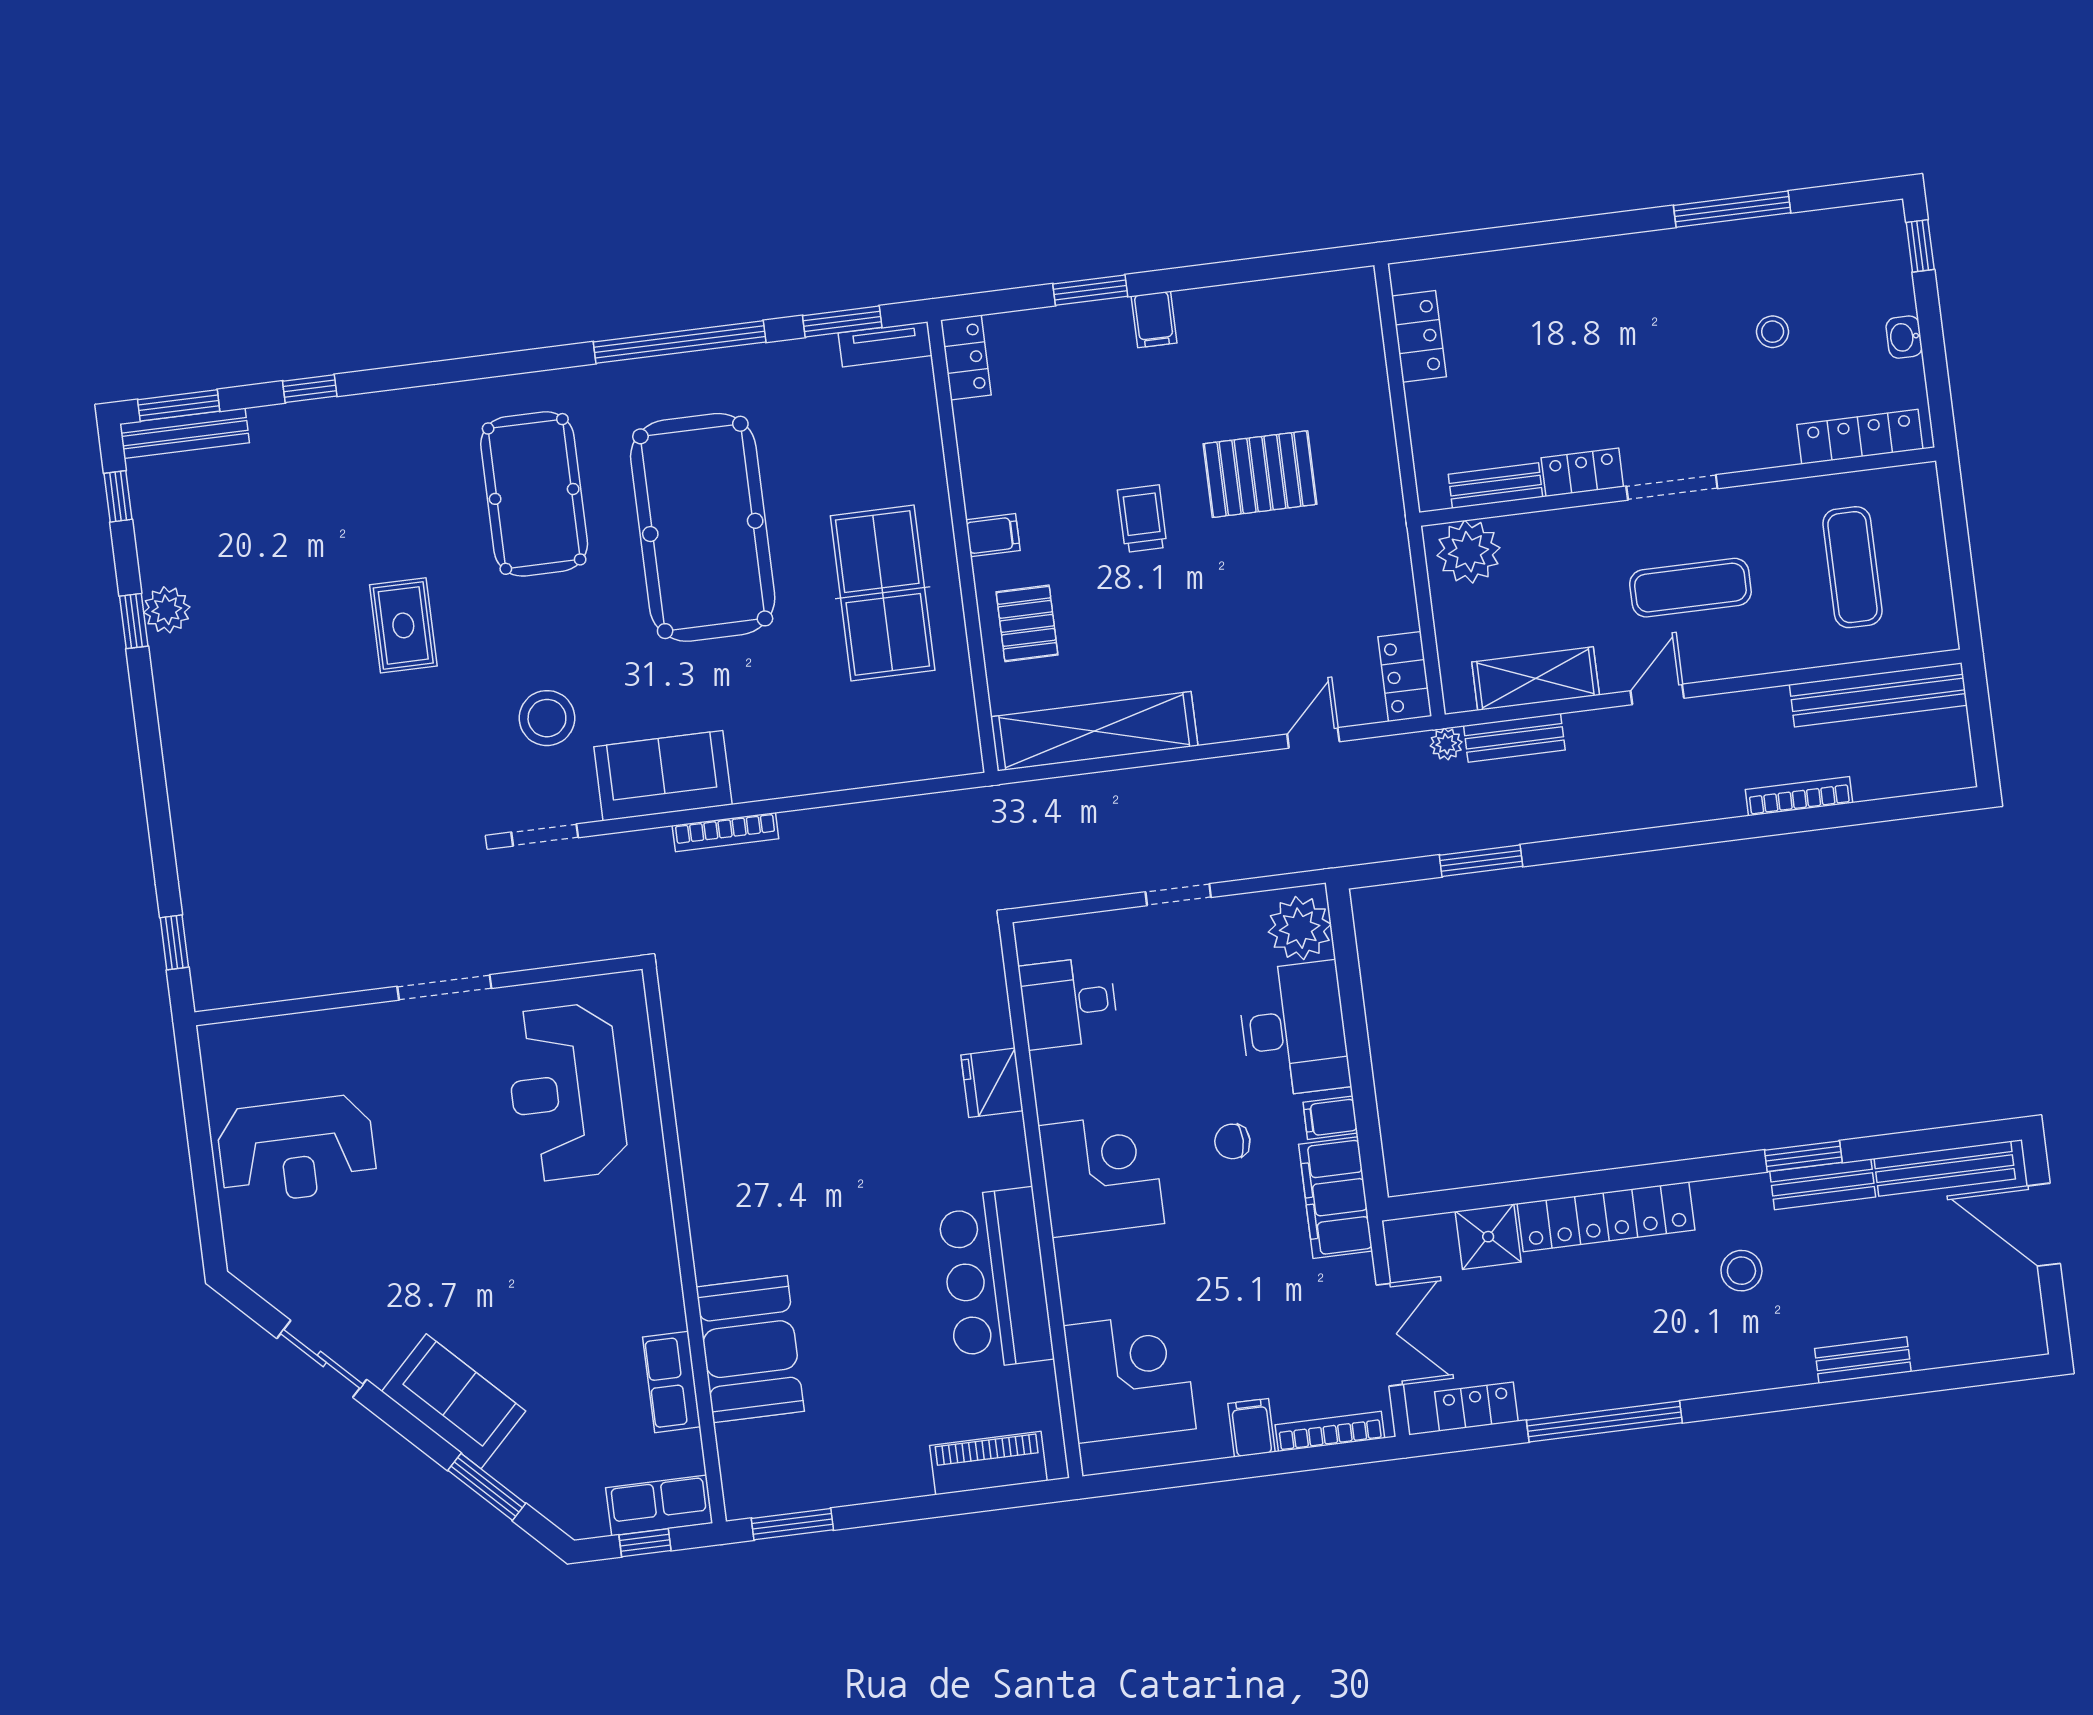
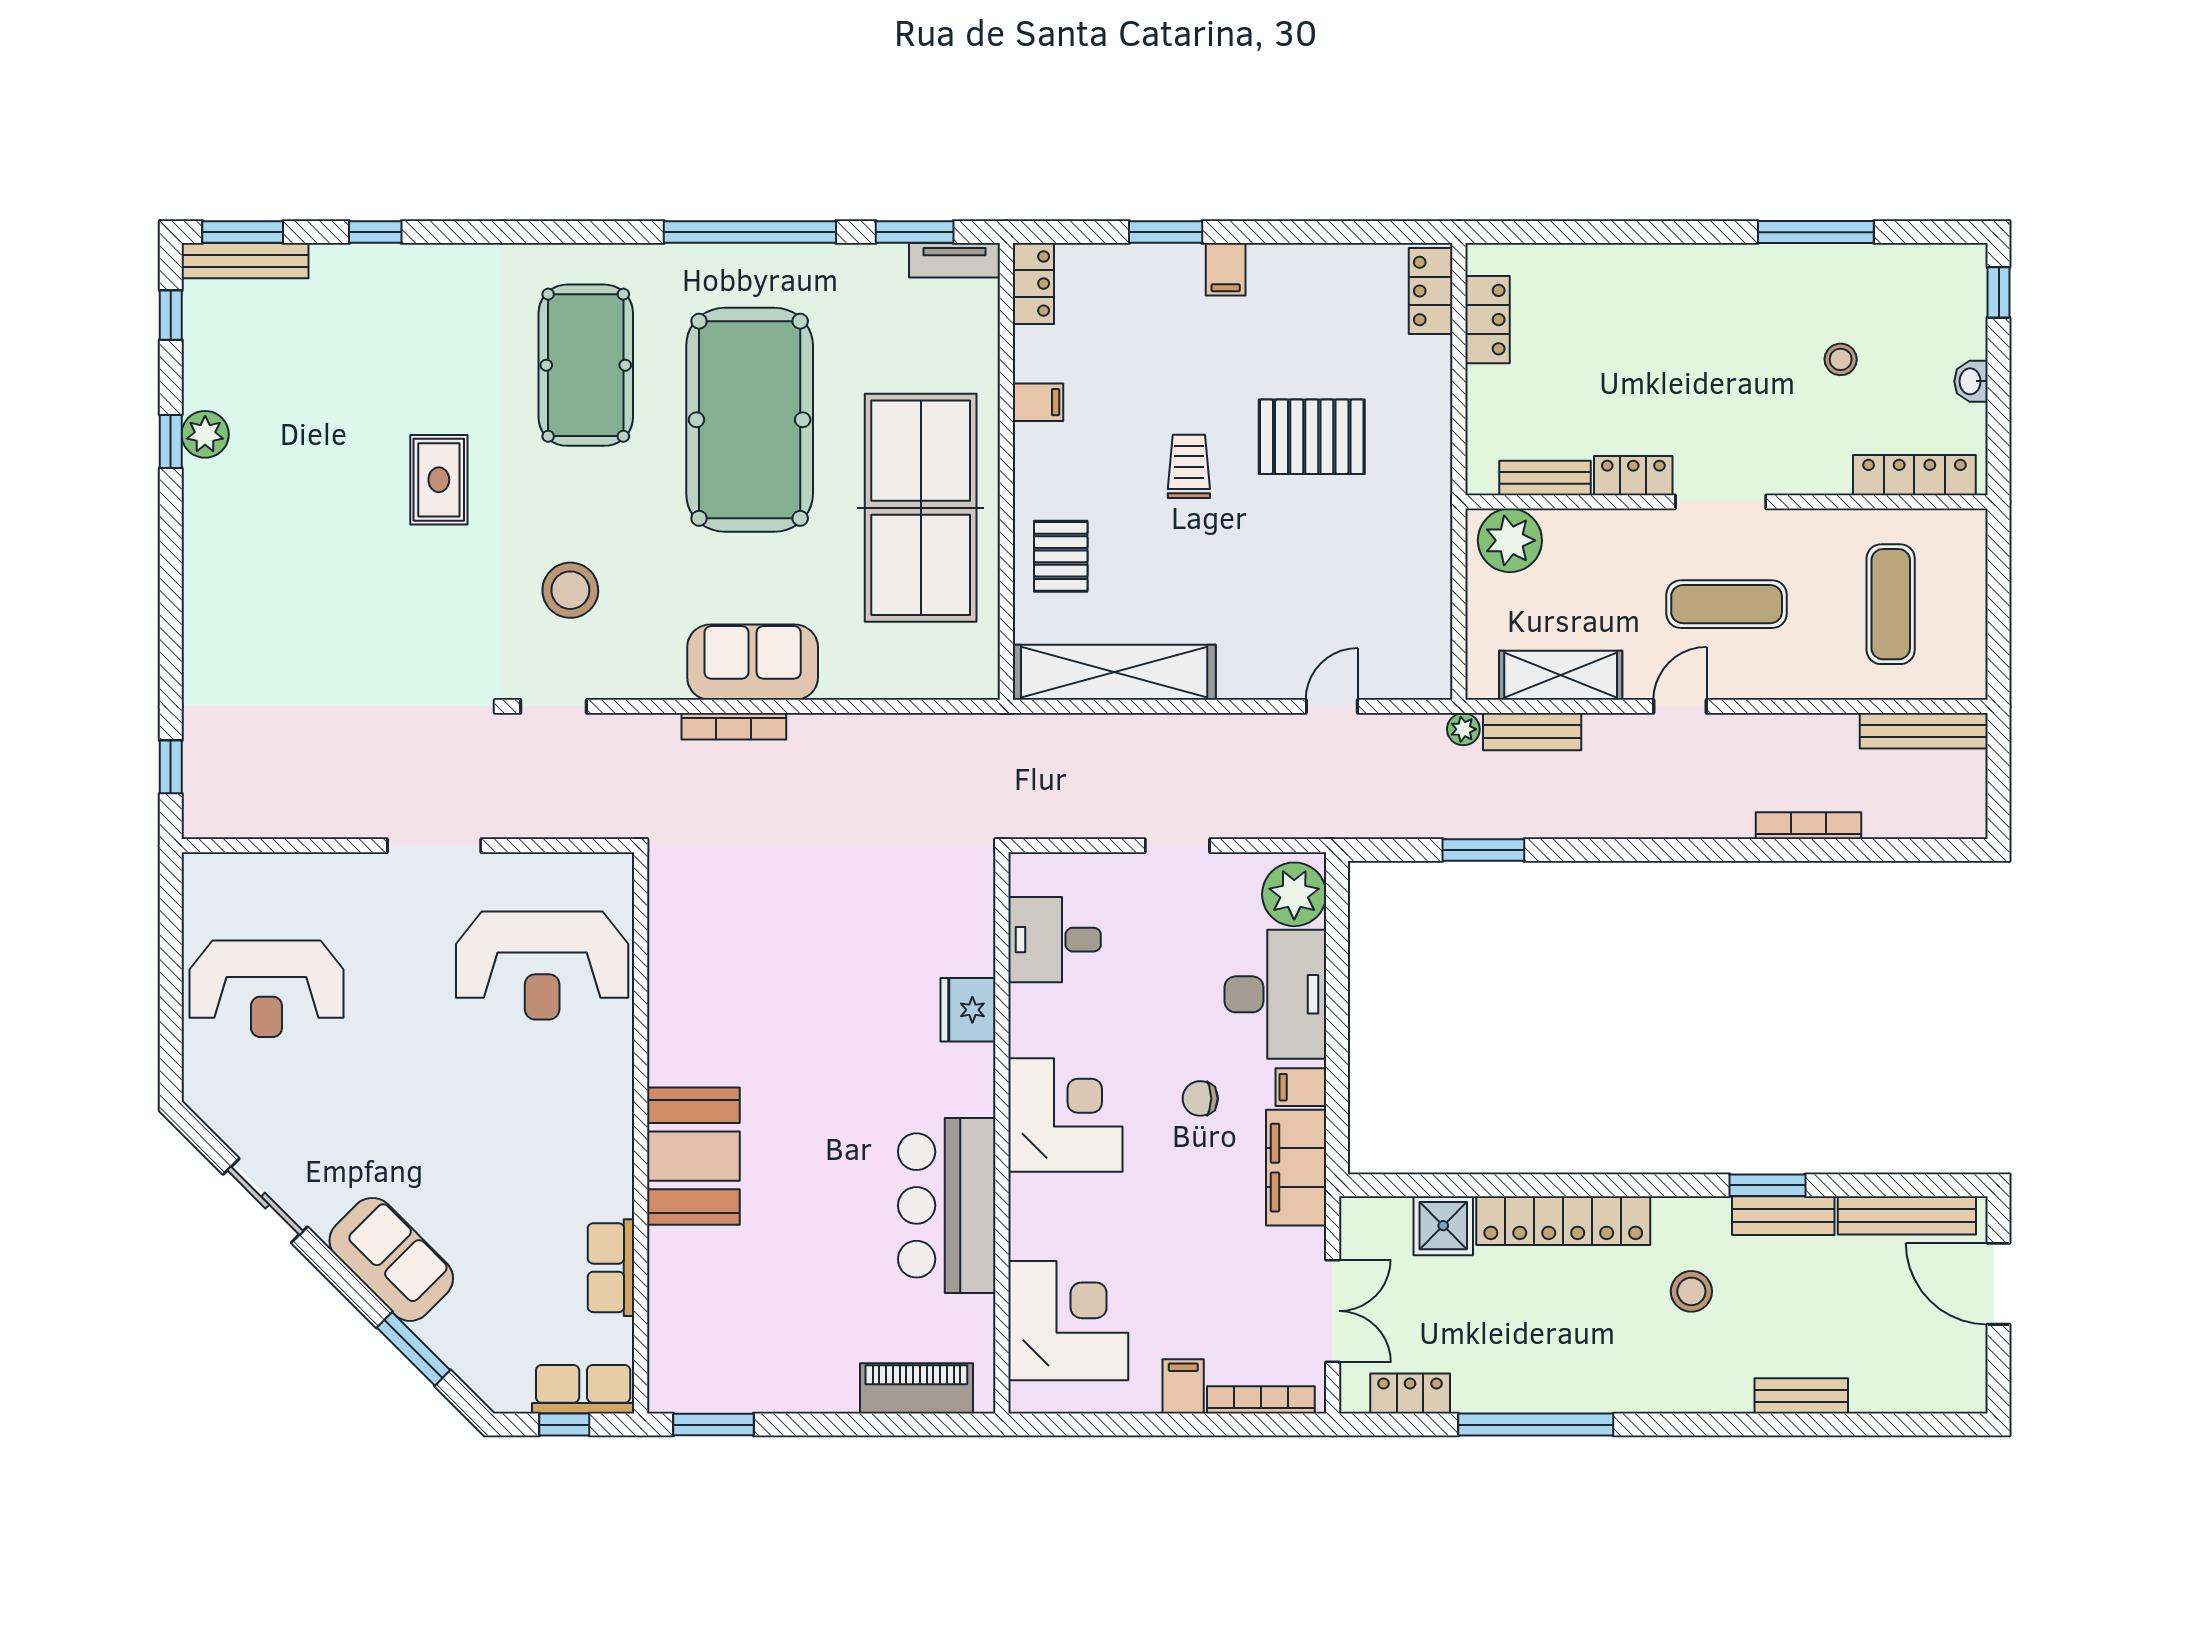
filing cabinet: (993, 535) -> (1038, 402), moved
table tennis table: (883, 593) -> (921, 508), width x1.36, depth x1.32
locker: (1405, 677) -> (1431, 291), moved
bench: (1878, 695) -> (1924, 731), width x0.73, depth x0.82
sofa: (663, 776) -> (753, 662), moved
reception desk: (566, 1092) -> (542, 966), turned -90
booth: (750, 1349) -> (693, 1156), moved

